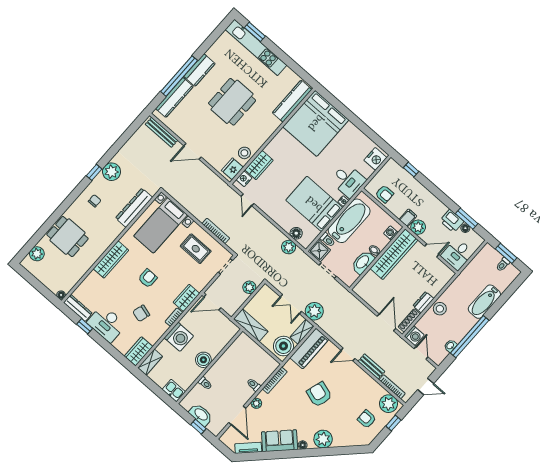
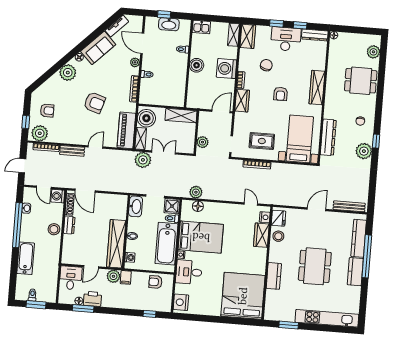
window: (255, 32) -> (289, 325), moved
kitchen counter: (292, 101) -> (274, 276), moved, width x0.67
washbasin: (363, 262) -> (136, 206), moved
window: (104, 344) -> (277, 23), added

